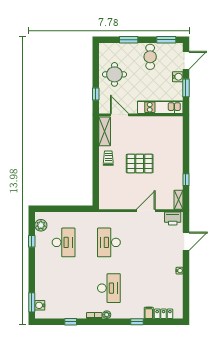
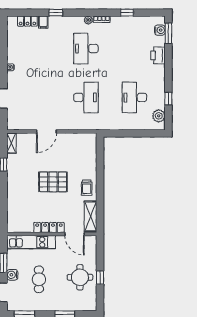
cafe table: (150, 57) -> (39, 279), moved
window: (96, 94) -> (100, 277), moved
locker: (143, 121) -> (49, 227), added
printer: (173, 219) -> (158, 55), moved, turned -90

